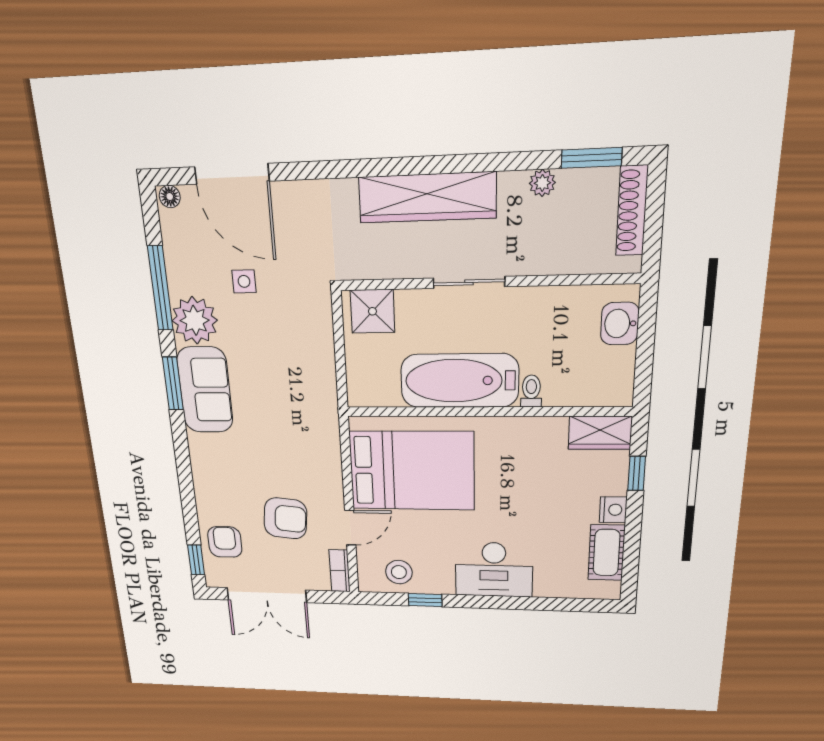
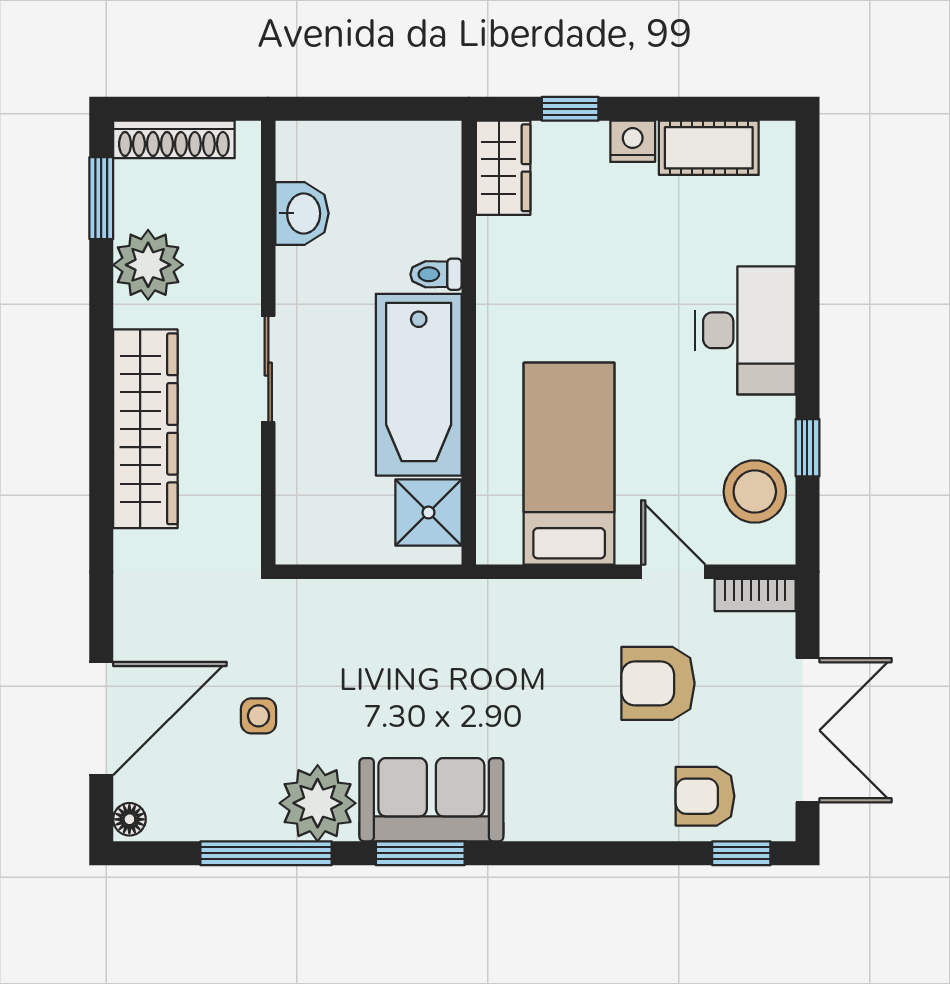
plant: (542, 183) -> (148, 265), width x1.88, depth x1.88
shower: (372, 311) -> (428, 512), moved
washbasin: (620, 324) -> (302, 213), moved, turned -90
bed: (412, 471) -> (569, 464), width x0.67
armchair: (285, 518) -> (658, 683), turned -96
stool: (399, 572) -> (755, 492), width x1.38, depth x1.38

